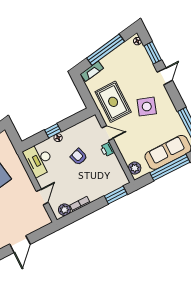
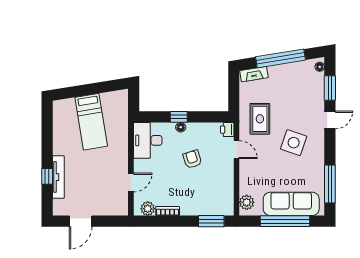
rug: (113, 102) -> (260, 119), width x0.73, depth x0.70
printer: (107, 149) -> (227, 130), moved

